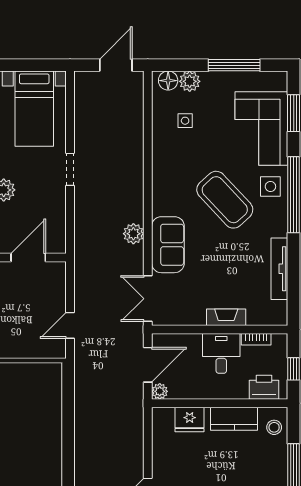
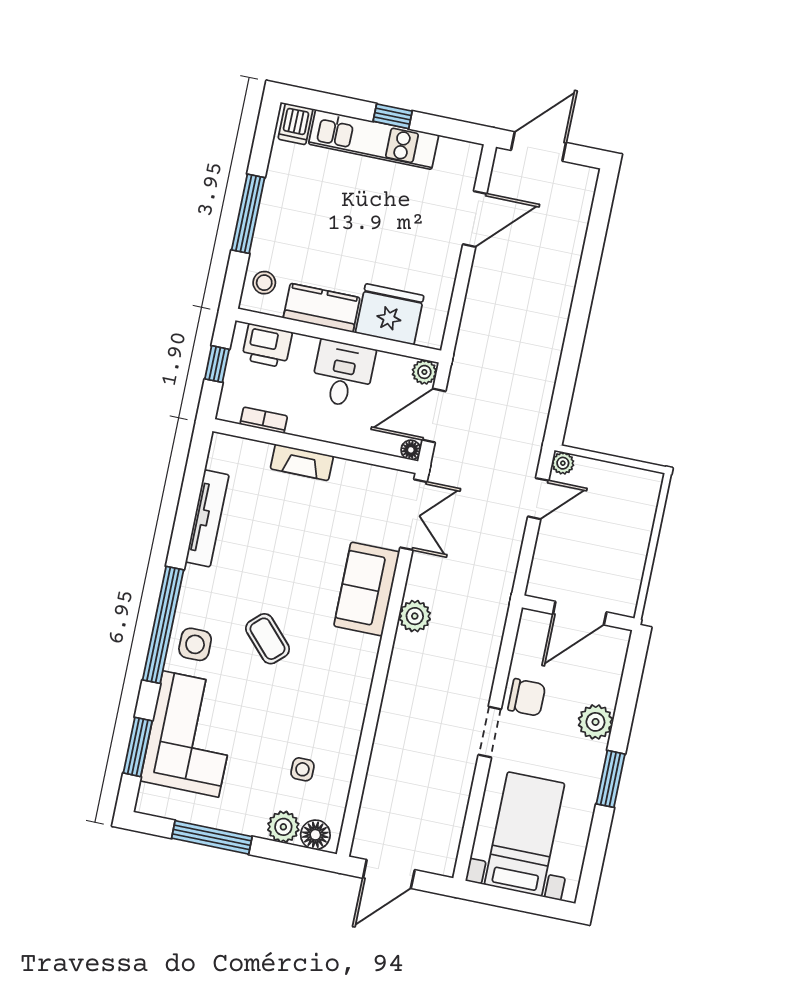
chair: (51, 197) -> (527, 697), added
coffee table: (225, 200) -> (268, 639), width x0.54, depth x0.58
floor lamp: (158, 340) -> (411, 450), added
plant: (59, 351) -> (563, 463), added
desk: (221, 353) -> (343, 374), moved, turned 180
fridge: (190, 420) -> (390, 314), width x1.36, depth x1.34

